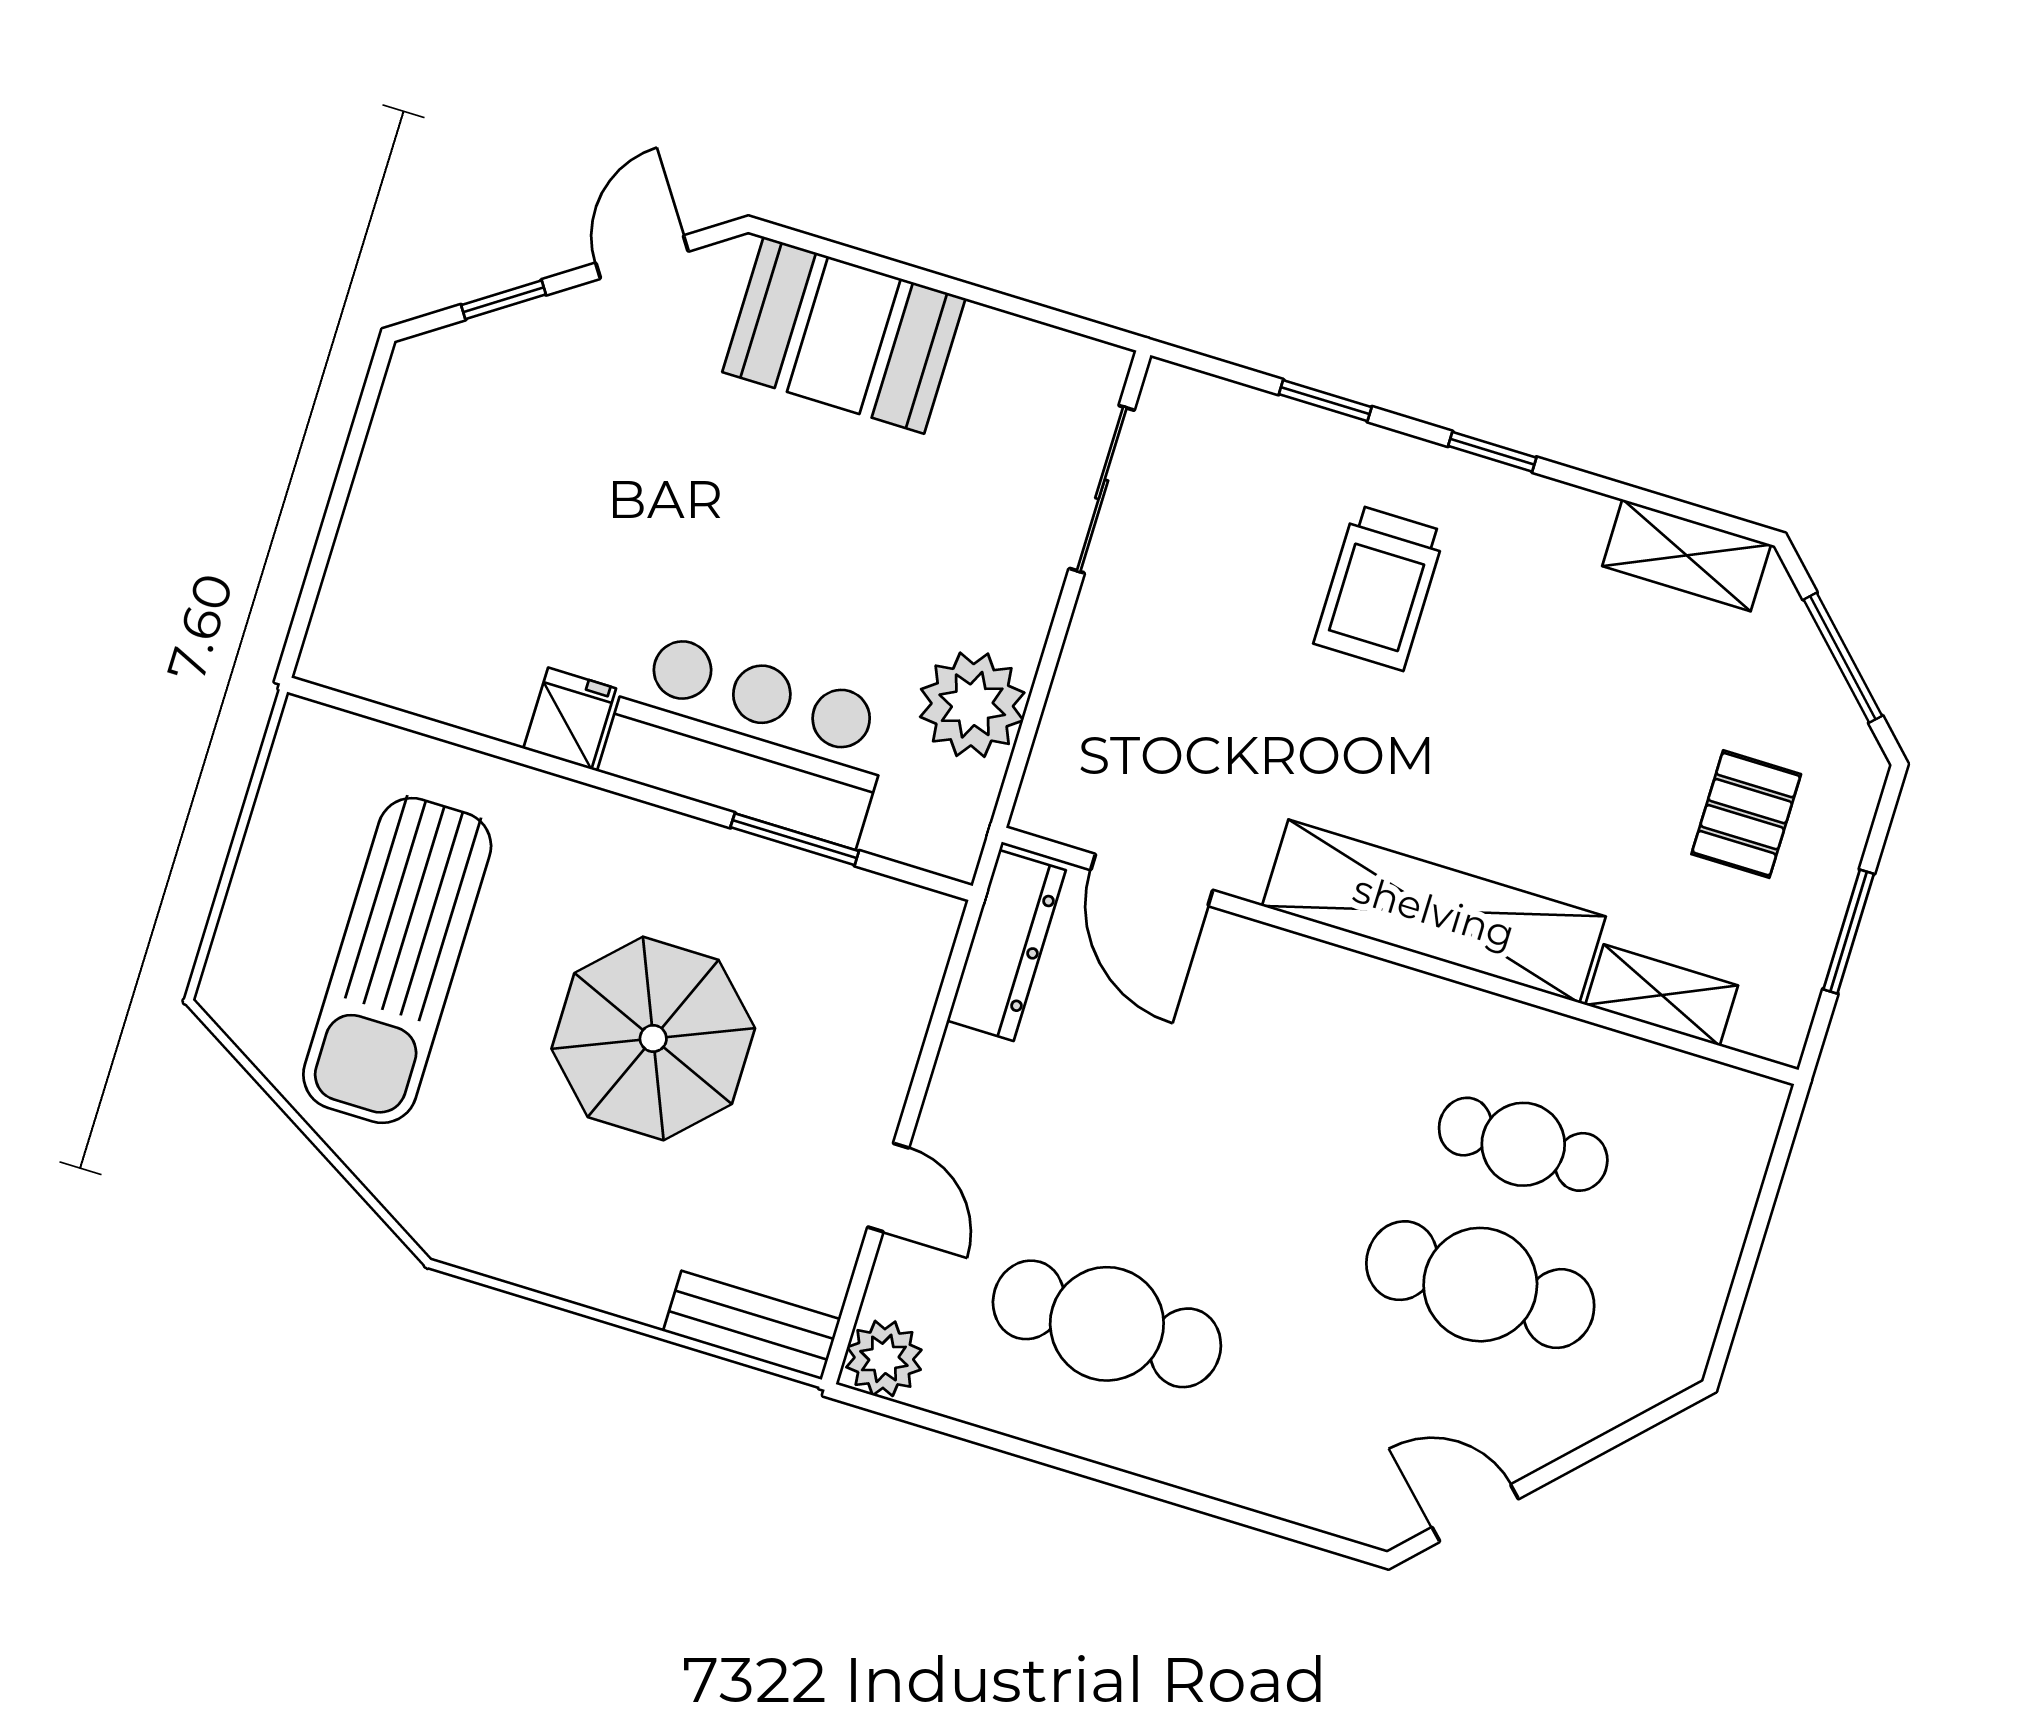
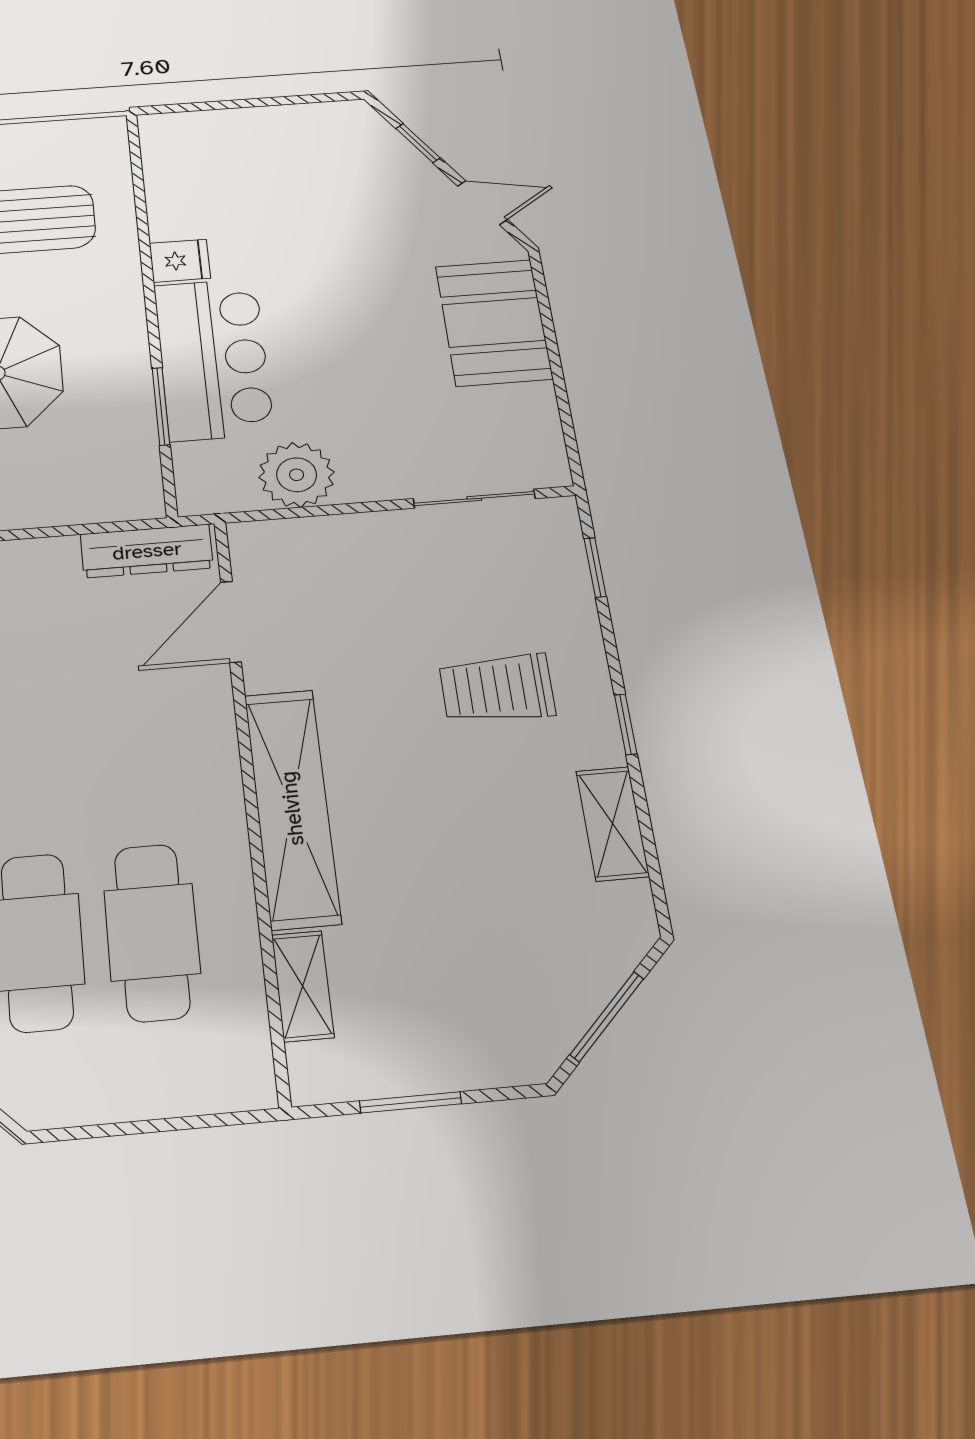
window: (1325, 401) -> (595, 567), moved
shelving: (1687, 555) -> (613, 824), moved
pallet: (1746, 814) -> (461, 993), removed
cafe table: (1523, 1144) -> (152, 932), width x1.37, depth x1.35

